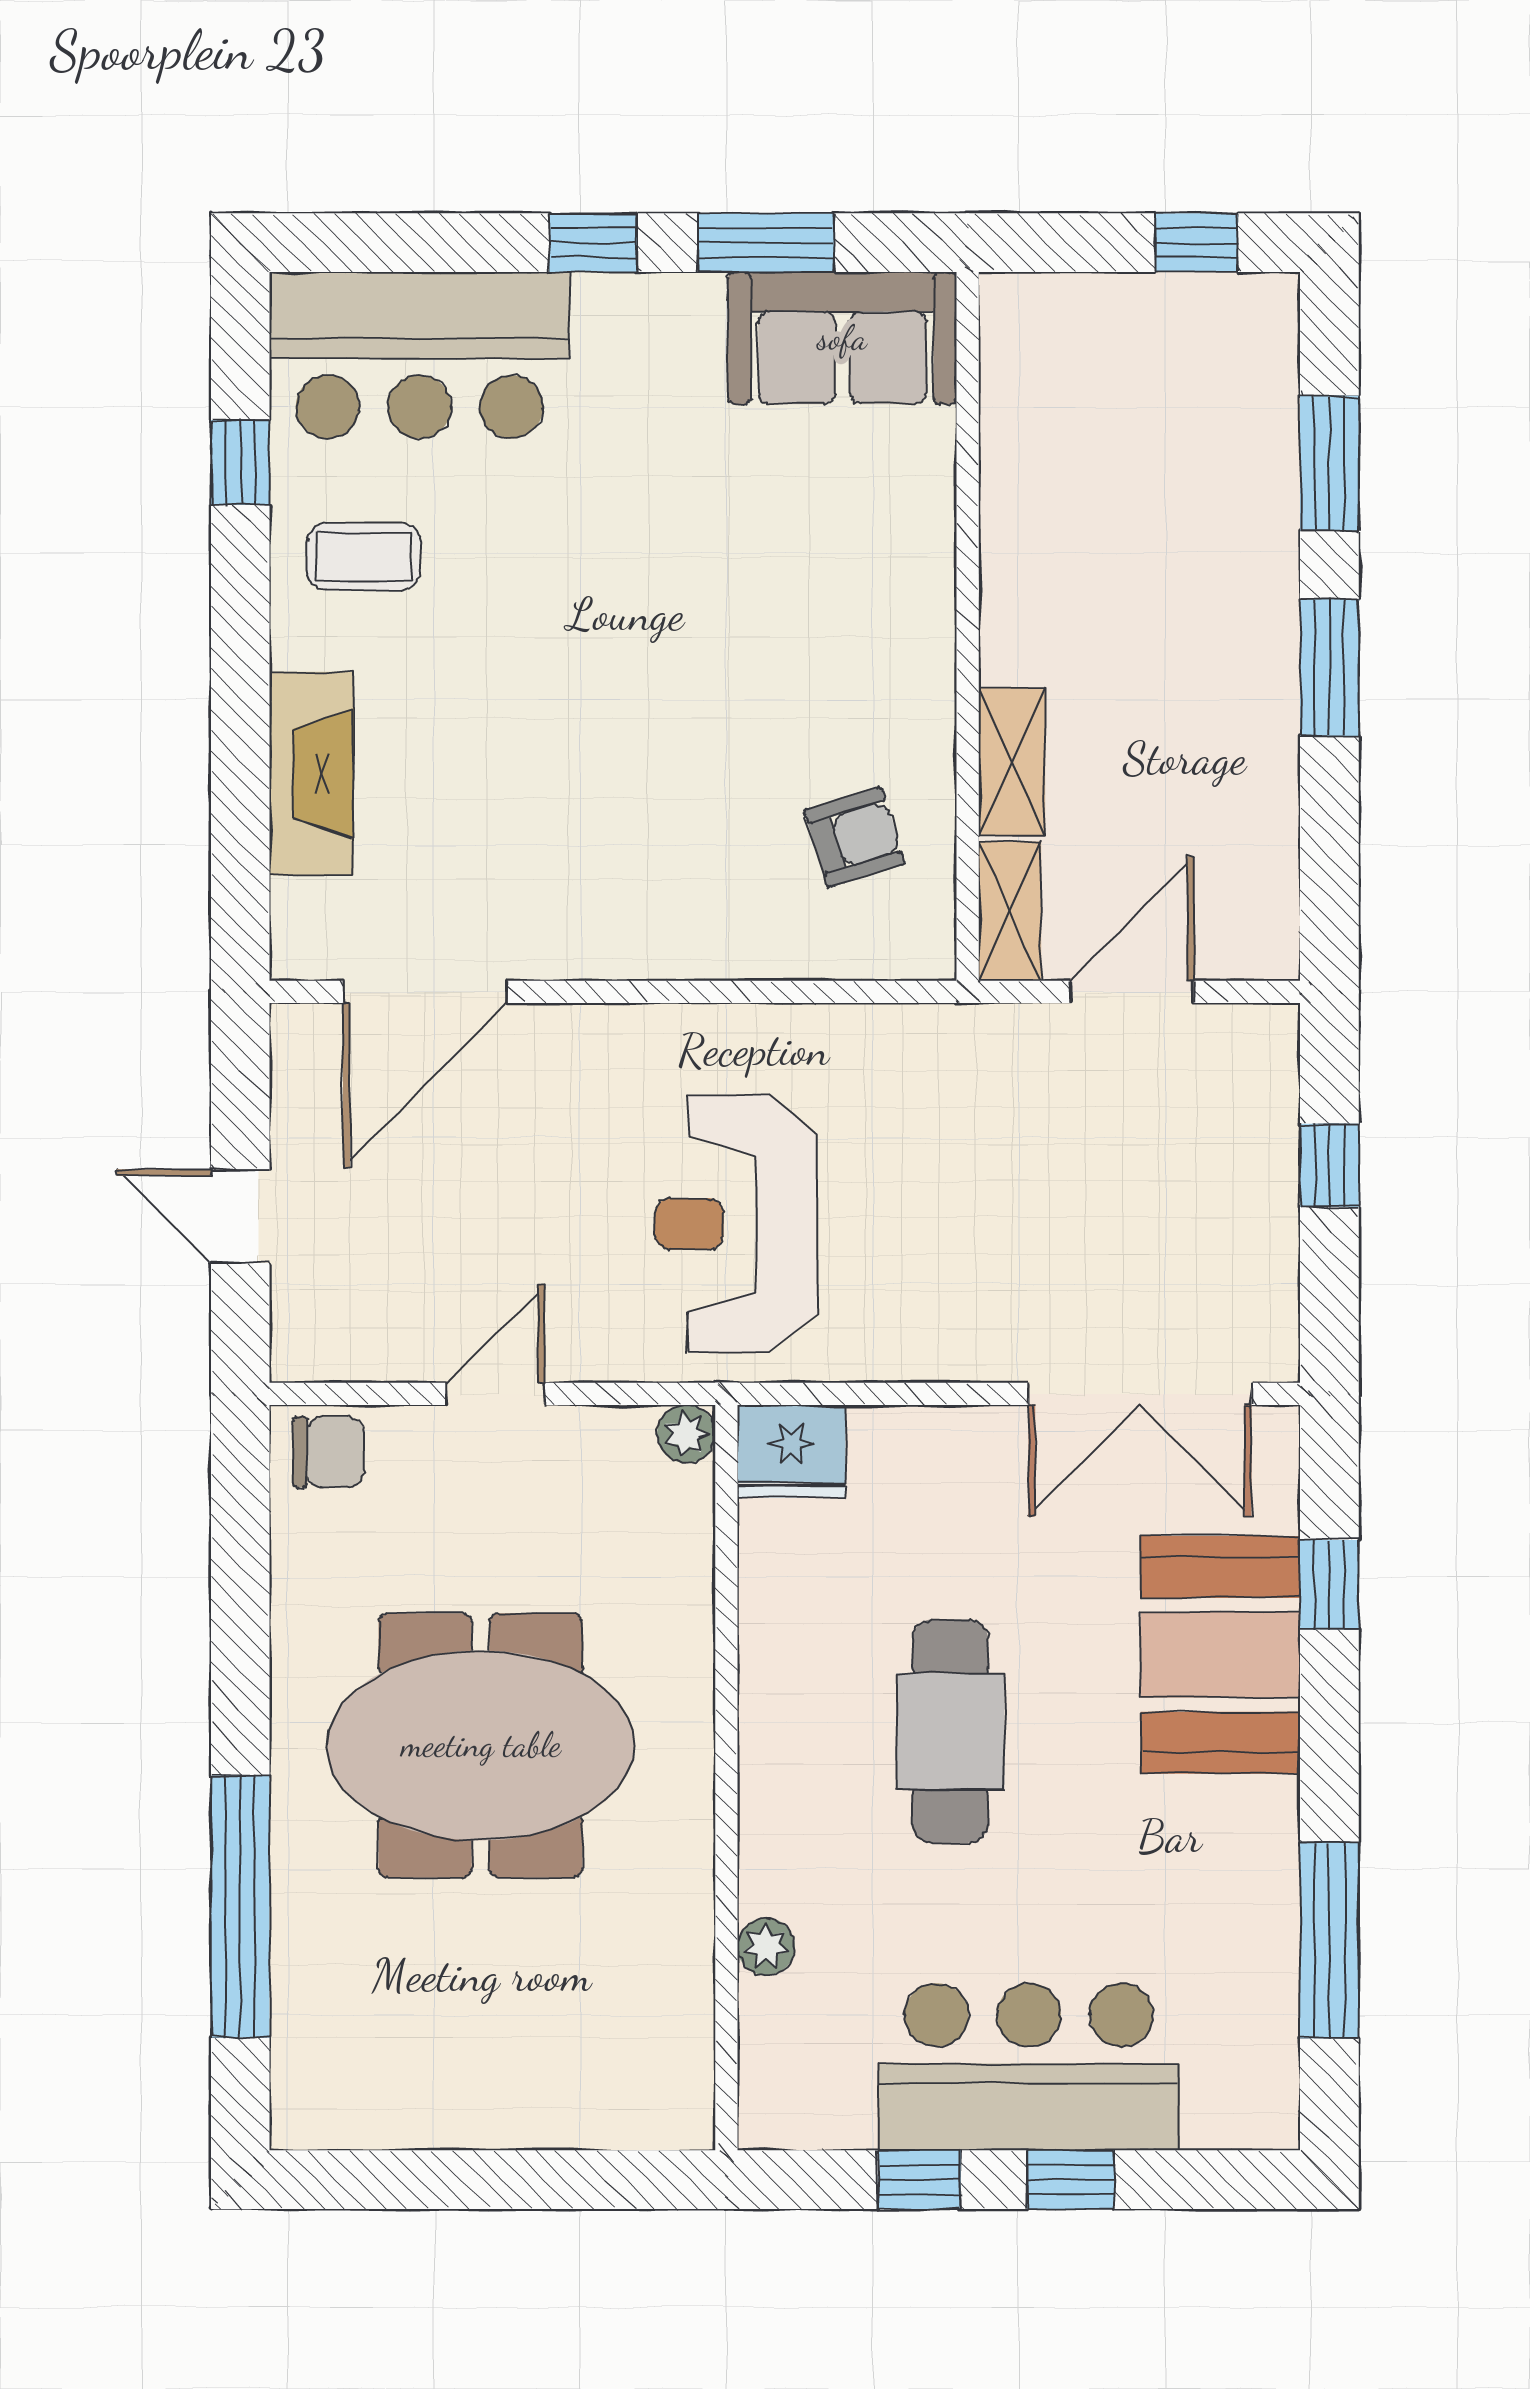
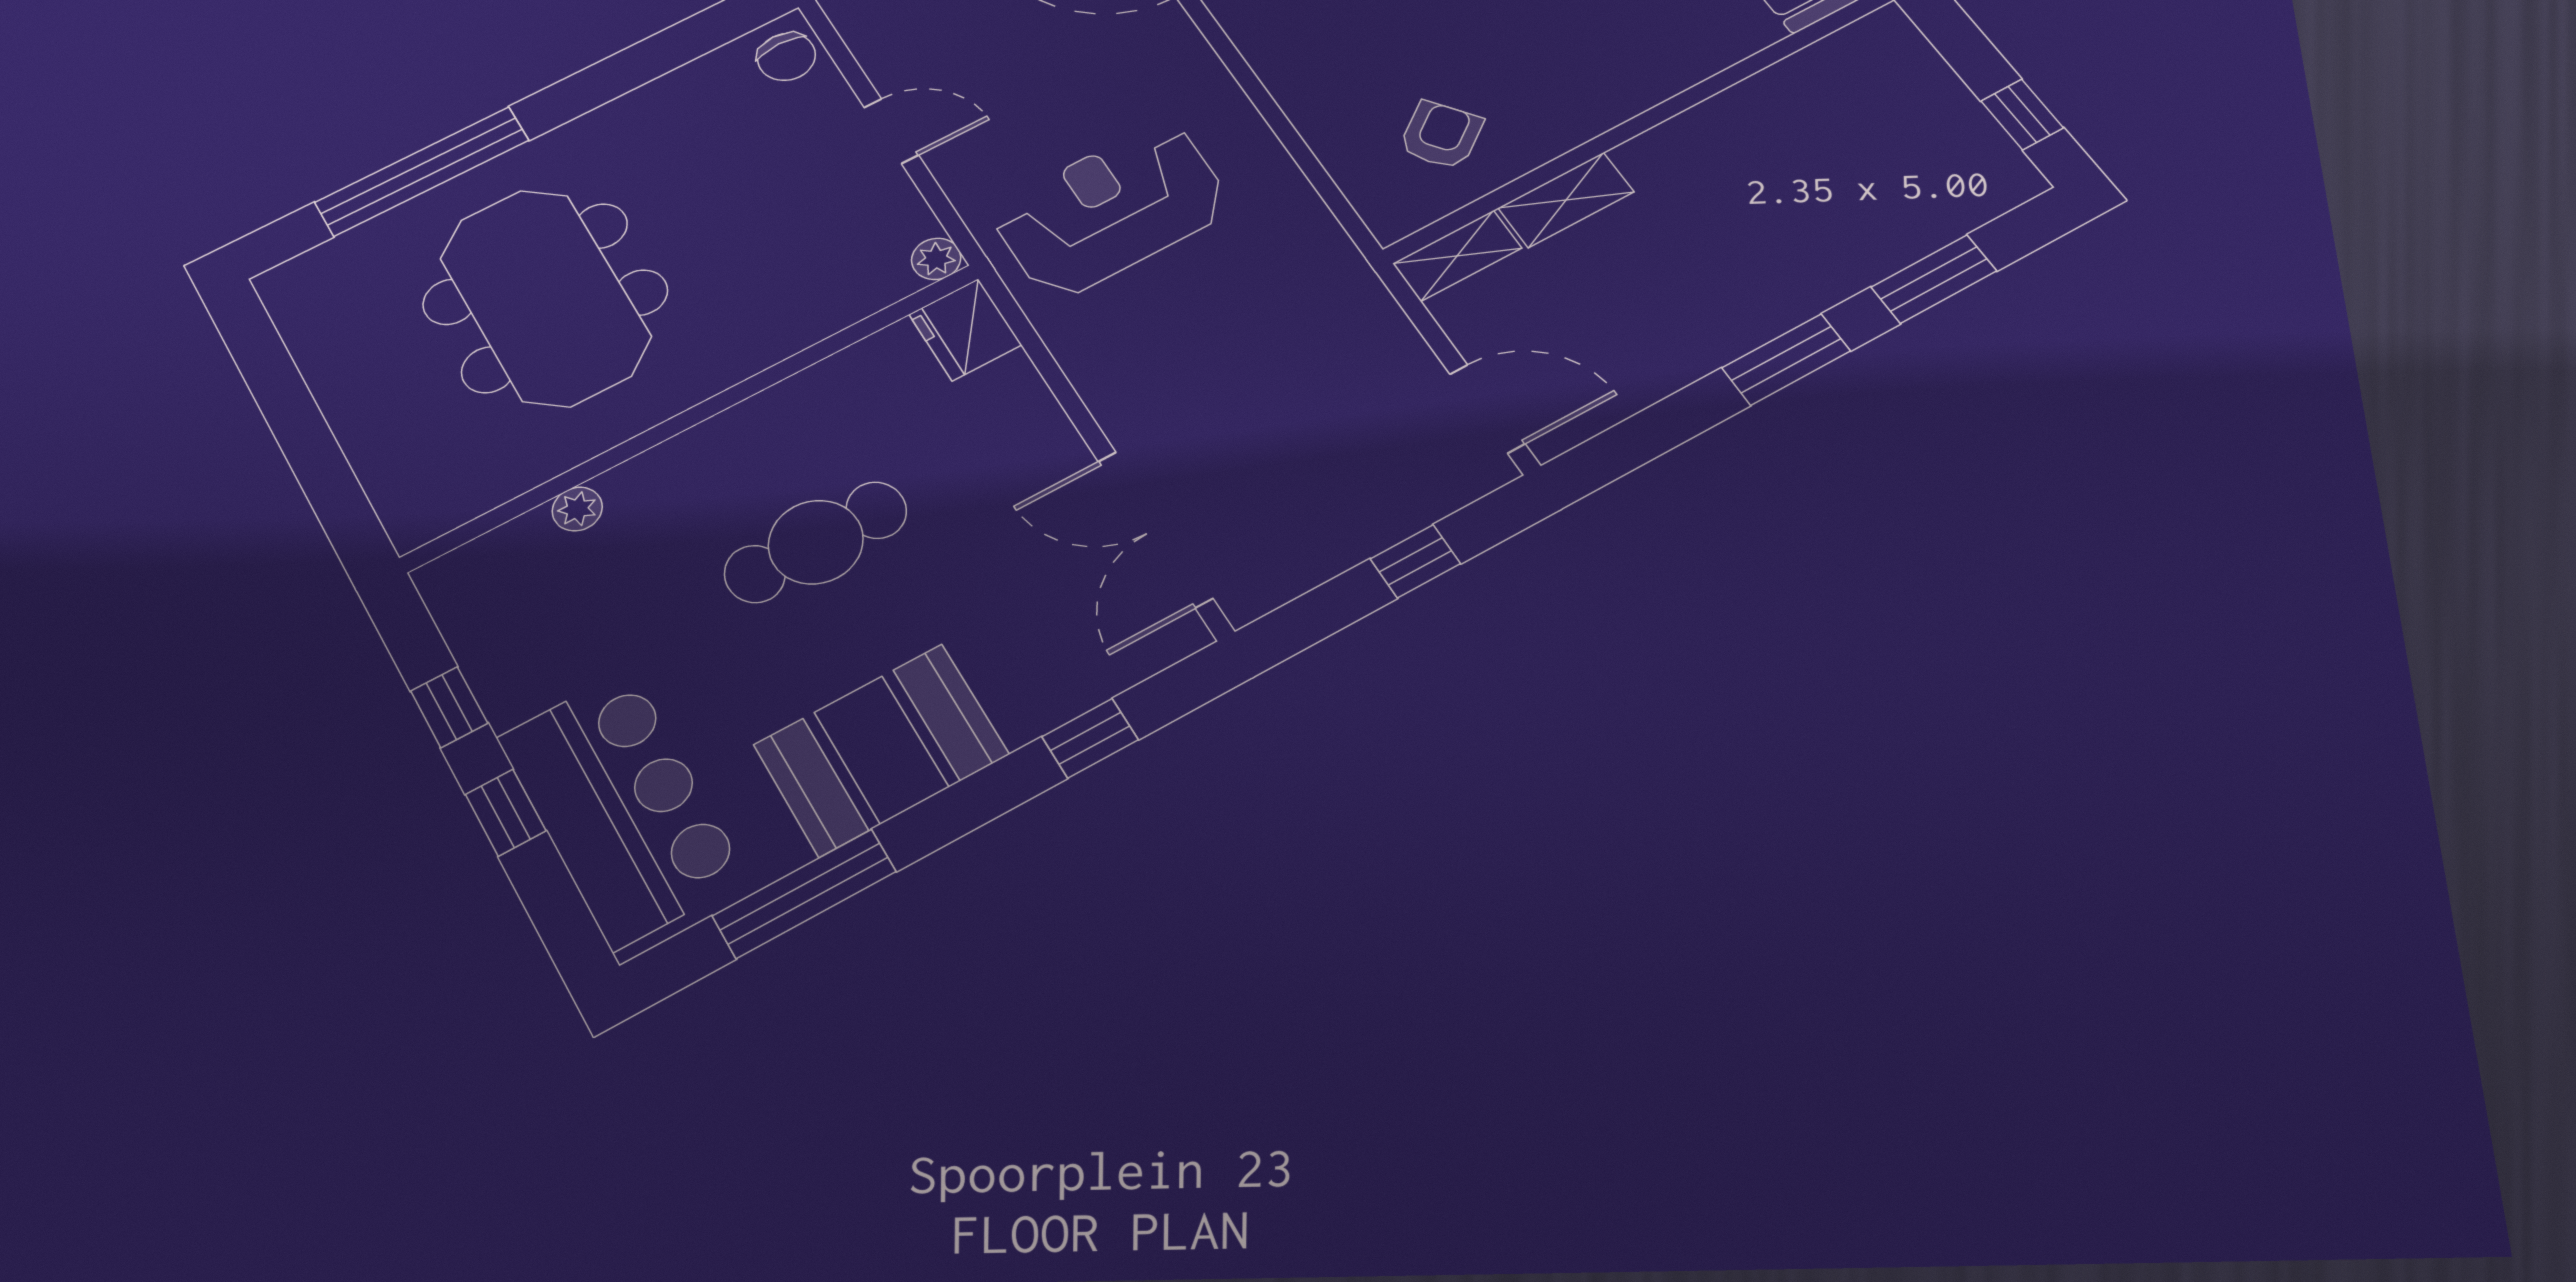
armchair: (855, 837) -> (1441, 135), turned -110
door: (1132, 992) -> (1487, 409), moved
booth: (1220, 1655) -> (881, 750), moved
meeting table: (481, 1745) -> (545, 297), moved
bar counter: (1029, 2067) -> (621, 808), moved

